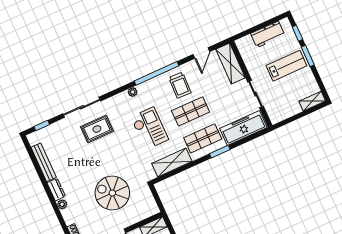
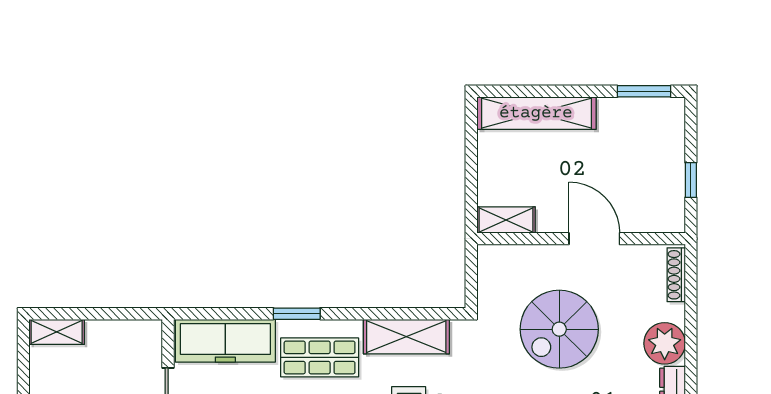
spiral stairs: (112, 193) -> (559, 329), turned 90
plant: (62, 204) -> (665, 343), width x1.87, depth x1.87

